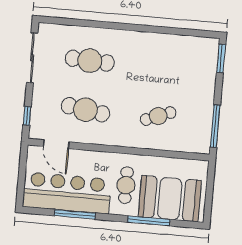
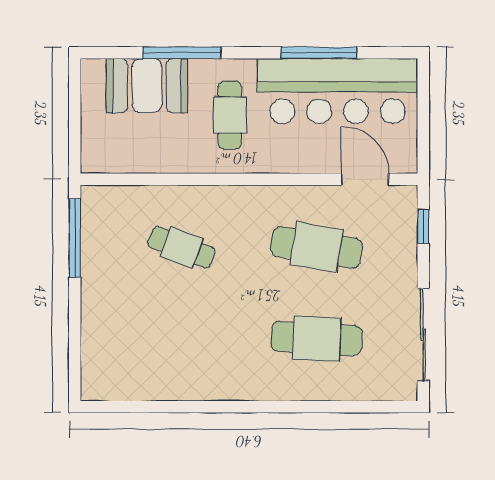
window: (221, 58) -> (75, 364), removed
cafe table: (158, 116) -> (182, 247), turned 42
booth: (170, 199) -> (147, 86), width x0.73, depth x0.70

